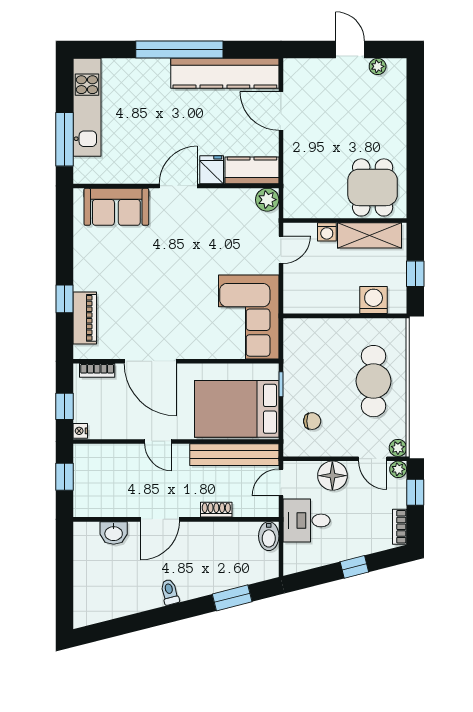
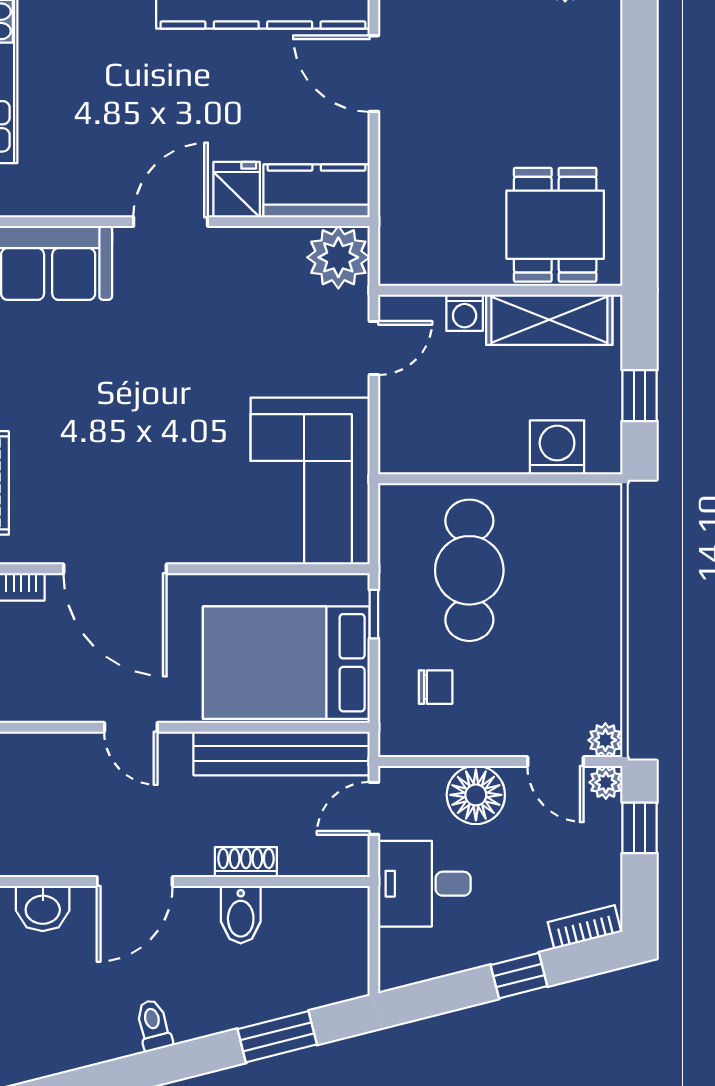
plant: (267, 200) -> (338, 257), width x1.36, depth x1.36
cafe table: (374, 381) -> (469, 570), moved
bookcase: (400, 527) -> (585, 927), moved, turned 76
bidet: (269, 536) -> (241, 915), moved

